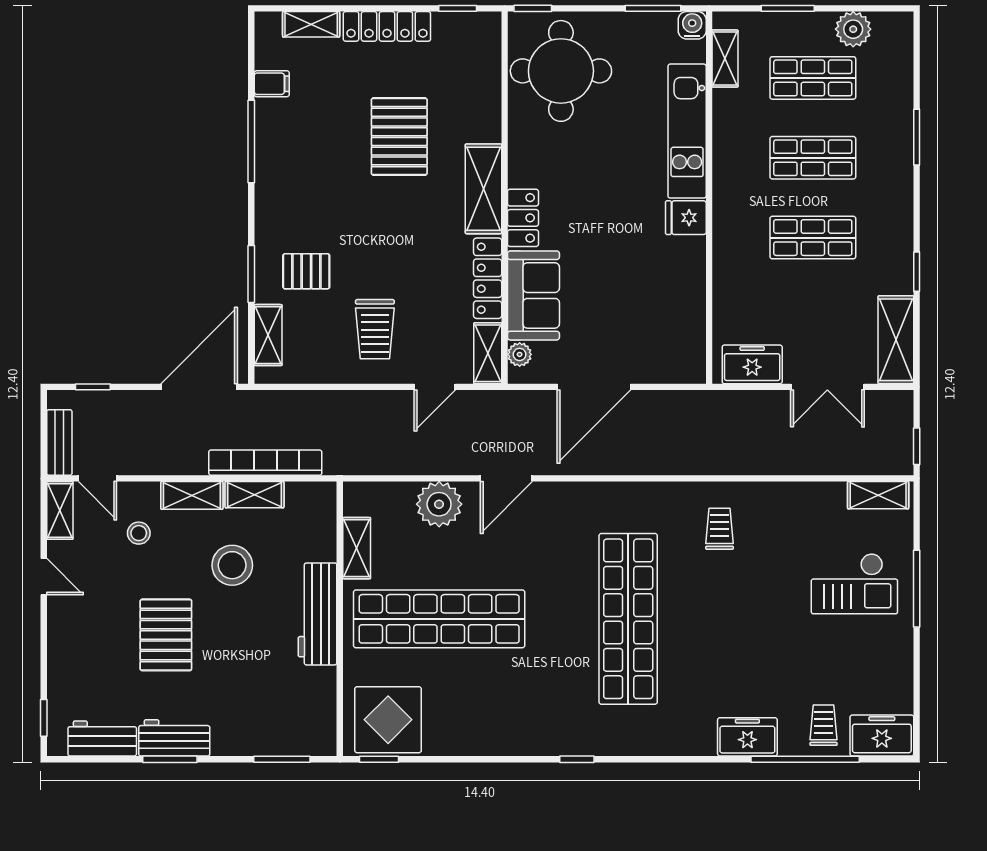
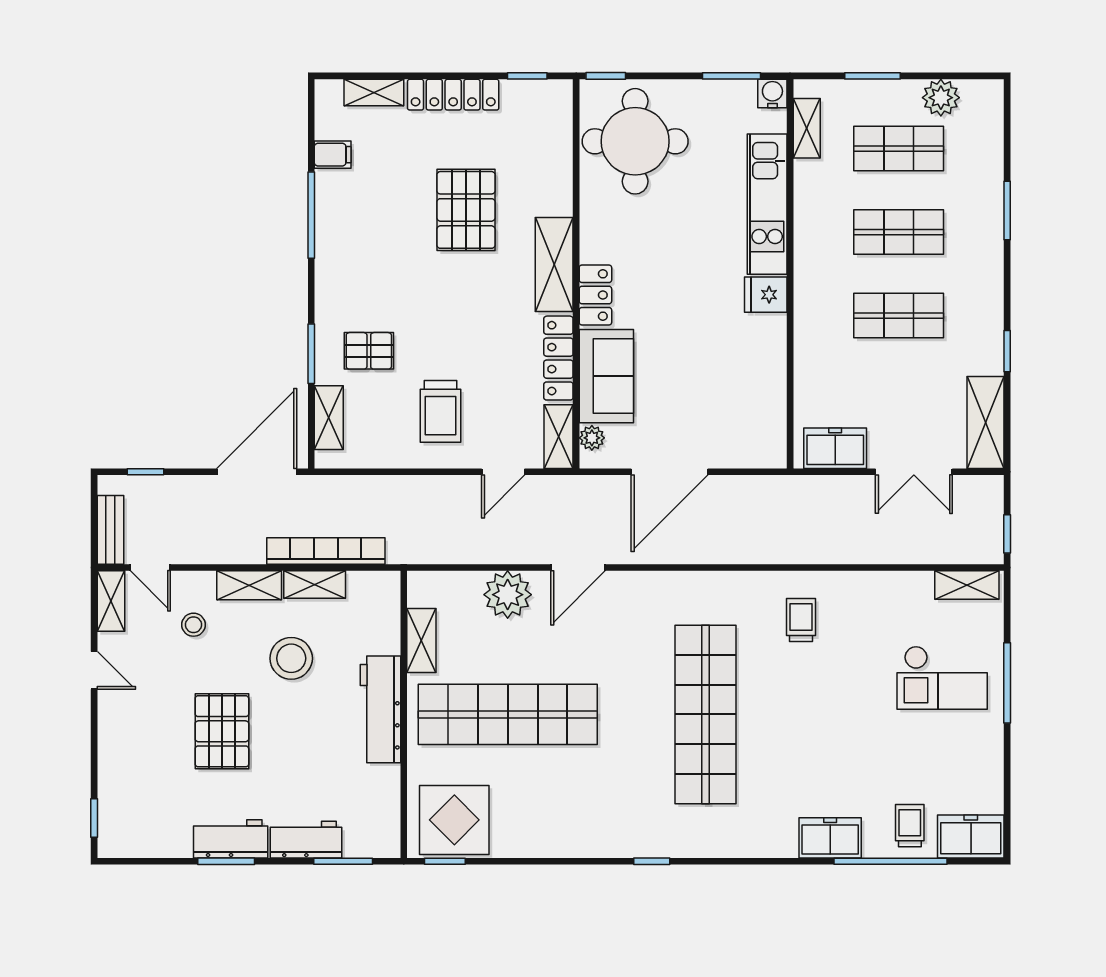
workbench: (102, 739) -> (306, 840), moved

